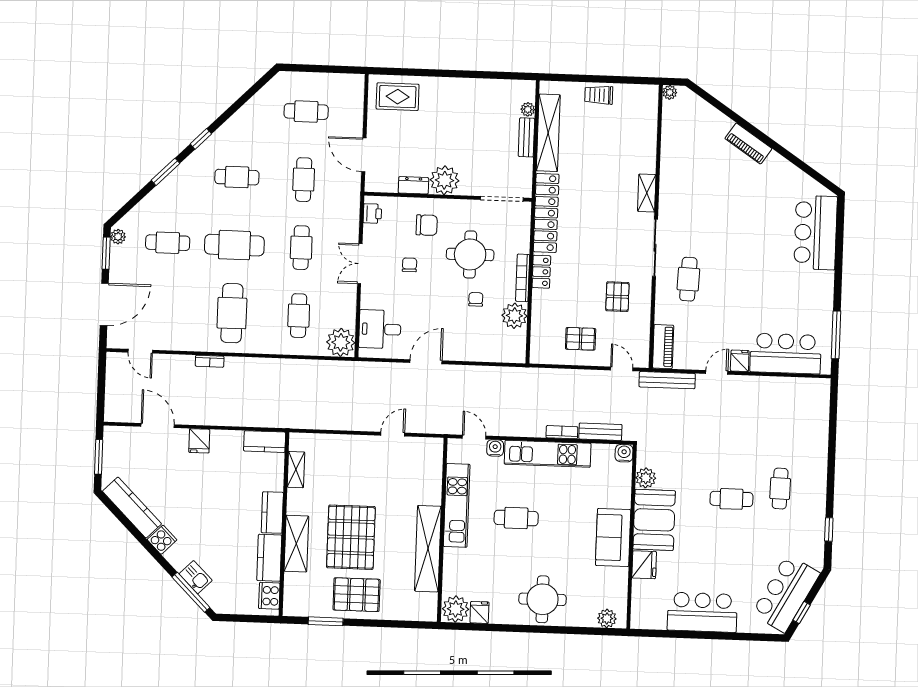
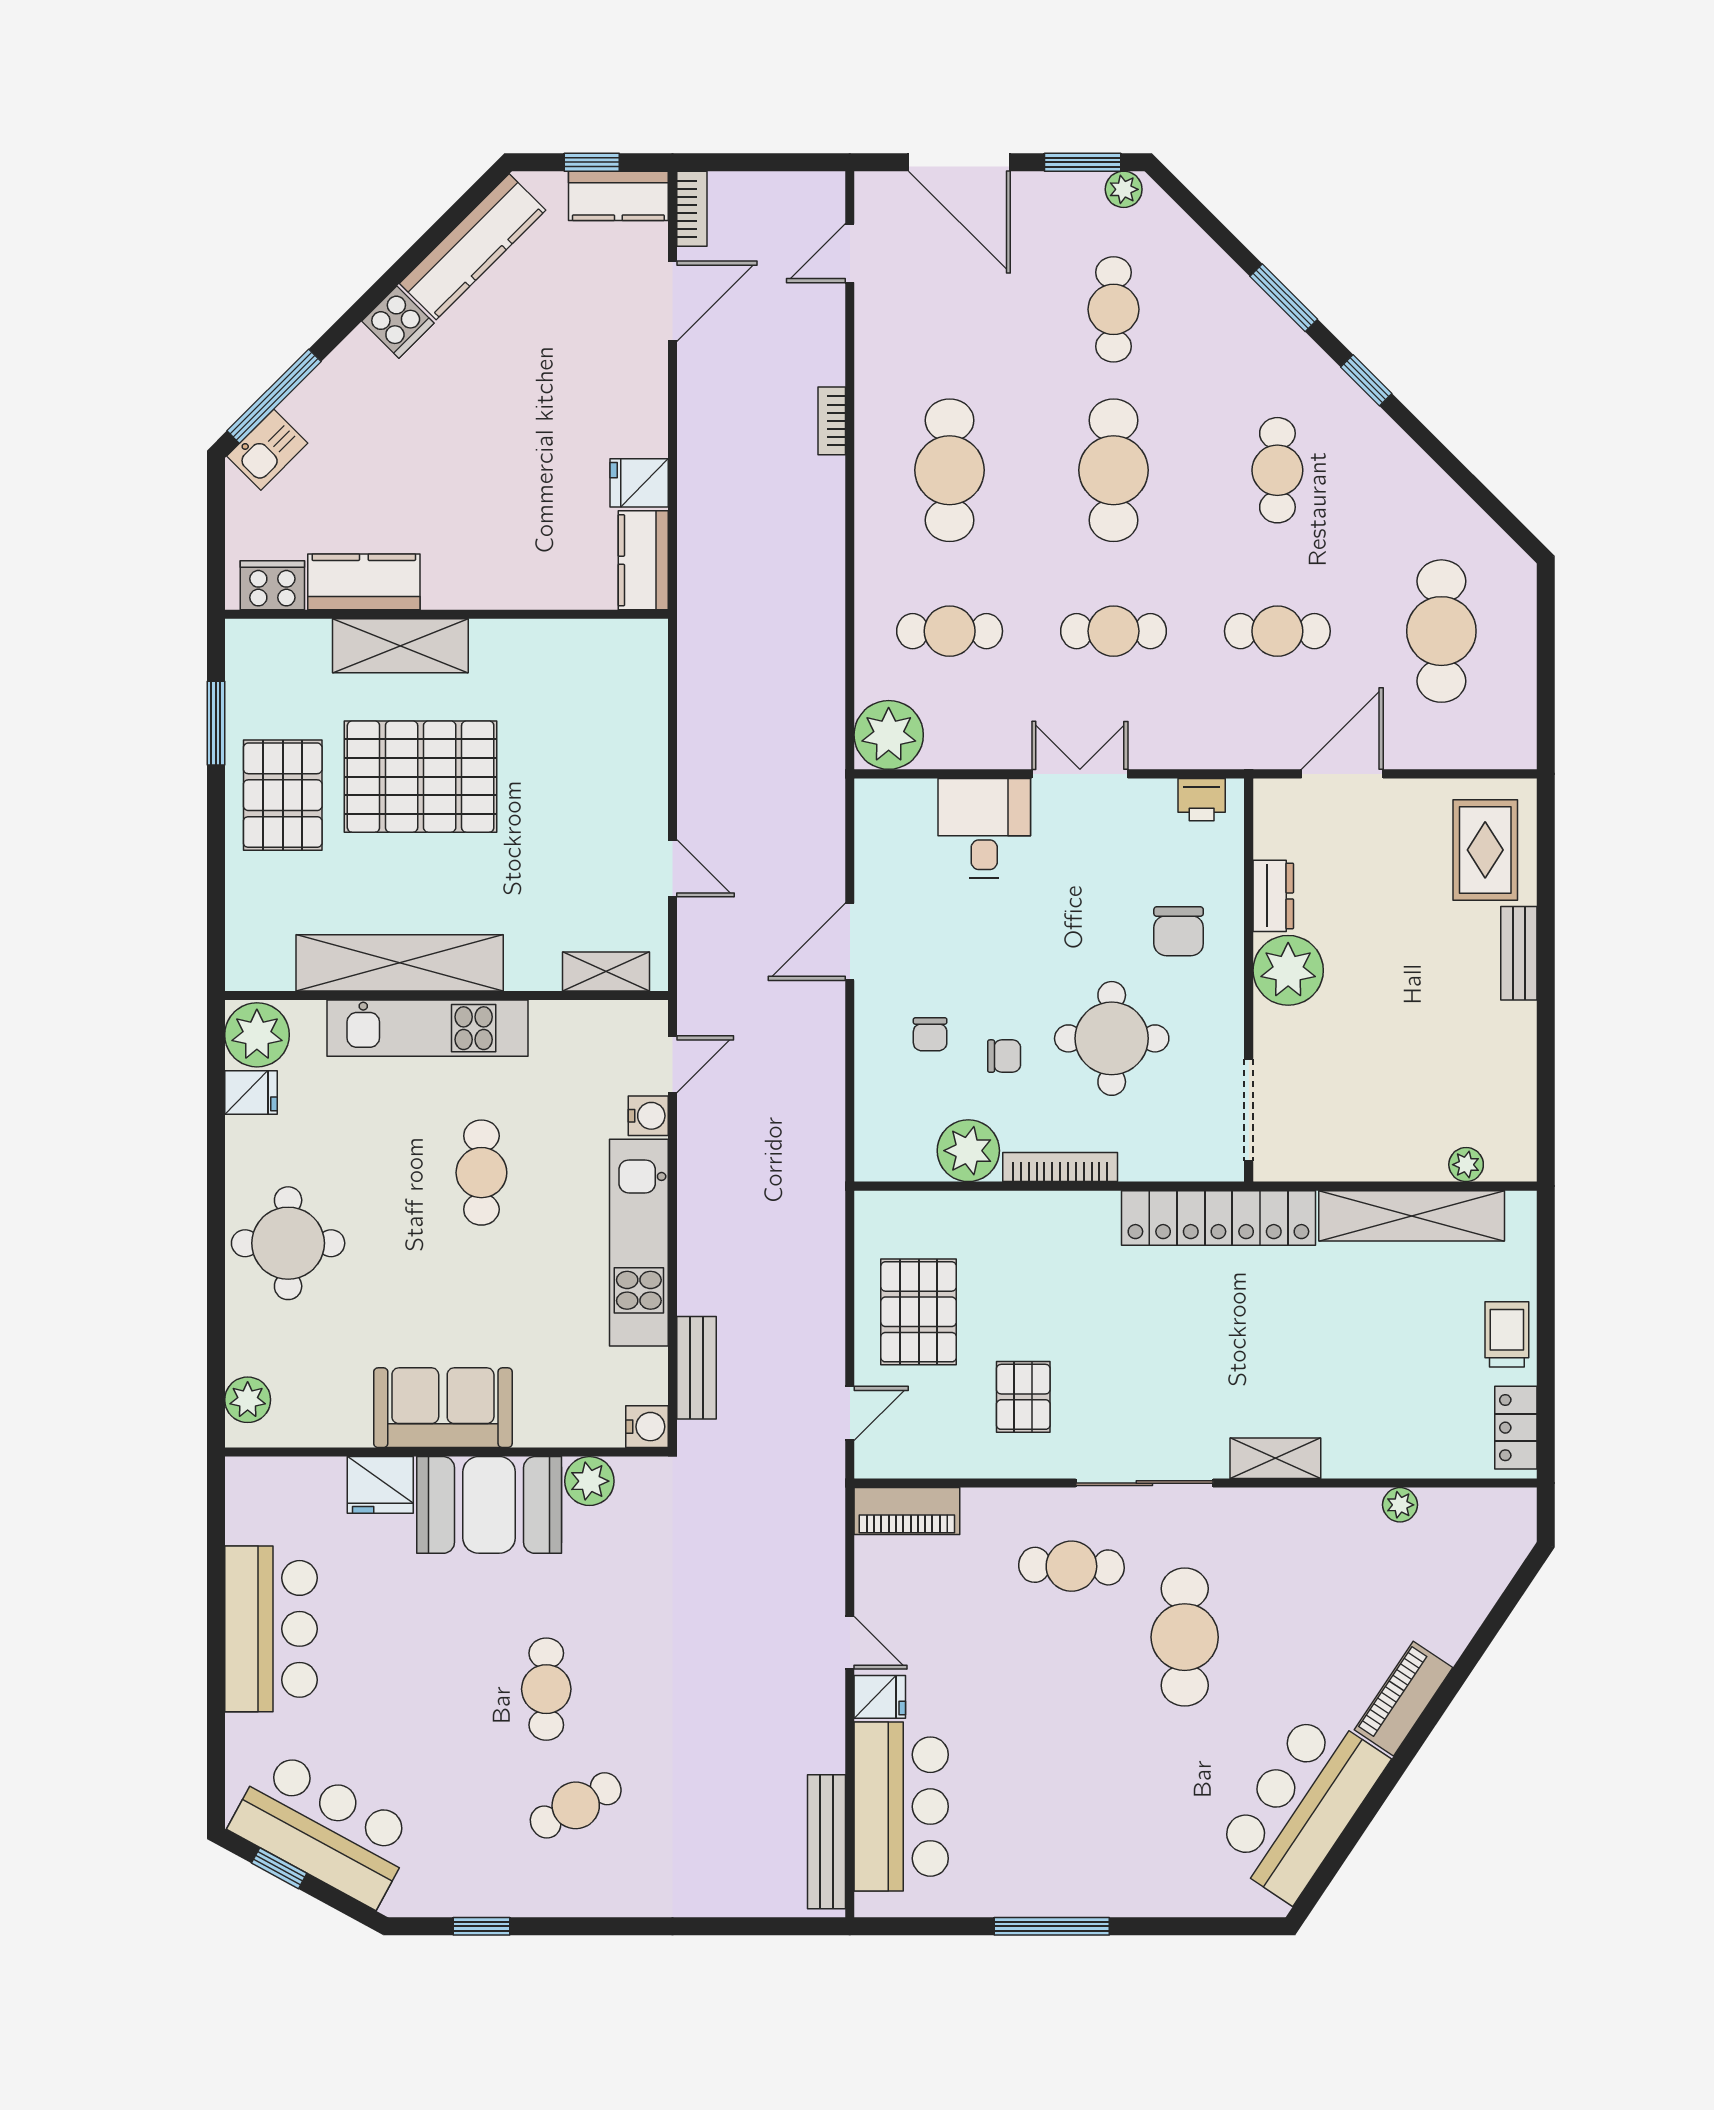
plant: (670, 92) -> (1400, 1505), moved
cafe table: (306, 112) -> (1441, 631), width x1.37, depth x1.35
bench: (526, 137) -> (1519, 953), moved, turned 90
cafe table: (720, 233) -> (1185, 1637), added
bar counter: (816, 233) -> (1301, 1805), moved, turned -56
chair: (410, 265) -> (930, 1034), moved, turned 90
locker: (541, 272) -> (1516, 1428), moved, turned 90
pallet: (617, 297) -> (1023, 1397), turned 90
cafe table: (232, 313) -> (950, 470), turned 90
desk: (380, 329) -> (984, 828), moved
window: (836, 335) -> (1052, 1926), moved
pallet: (581, 339) -> (919, 1312), width x1.50, depth x1.42
door: (426, 362) -> (850, 942), swing flipped
bench: (667, 380) -> (826, 1842), moved
bookcase: (562, 432) -> (692, 209), moved
fridge: (199, 441) -> (639, 483), moved
window: (99, 457) -> (592, 162), width x0.67
shelving: (296, 470) -> (606, 972), moved
cafe table: (780, 489) -> (576, 1805), turned -30
kitchen unit: (457, 505) -> (427, 1028), moved
kitchen counter: (272, 513) -> (618, 196), moved, turned 180
kitchen sink: (196, 577) -> (267, 450), moved

